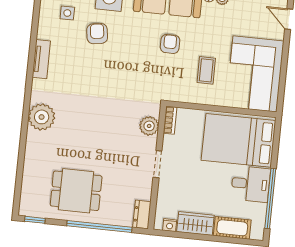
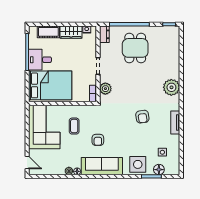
armchair: (97, 34) -> (142, 117), moved
dining table: (76, 191) -> (135, 48), moved, turned 90

